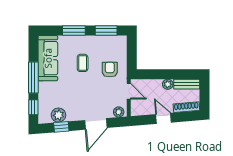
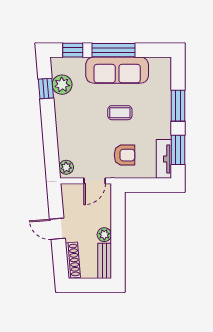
tv unit: (113, 41) -> (164, 159), added
sofa: (48, 58) -> (117, 70), moved
coffee table: (83, 63) -> (120, 113), moved
door: (163, 118) -> (57, 229), swing flipped
door: (96, 124) -> (50, 136), removed

